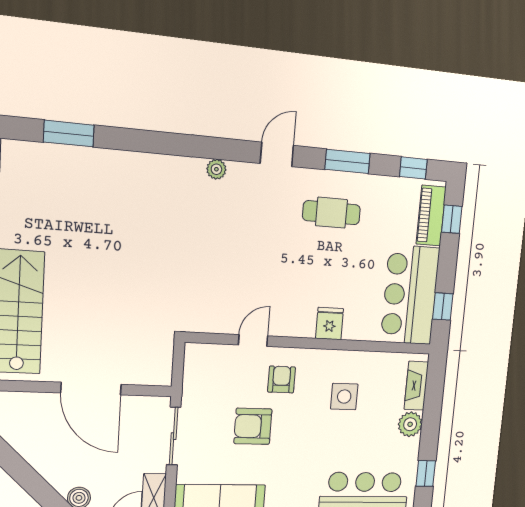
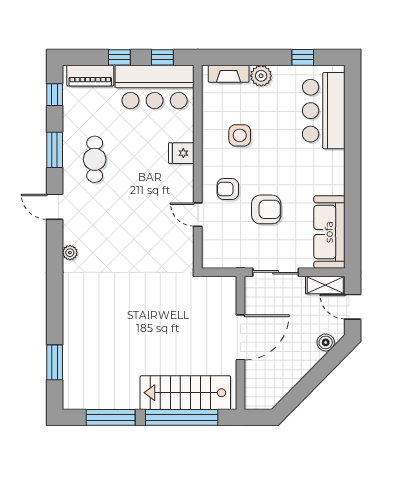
window: (452, 219) -> (119, 57), moved
armchair: (253, 426) -> (266, 209), turned -90

